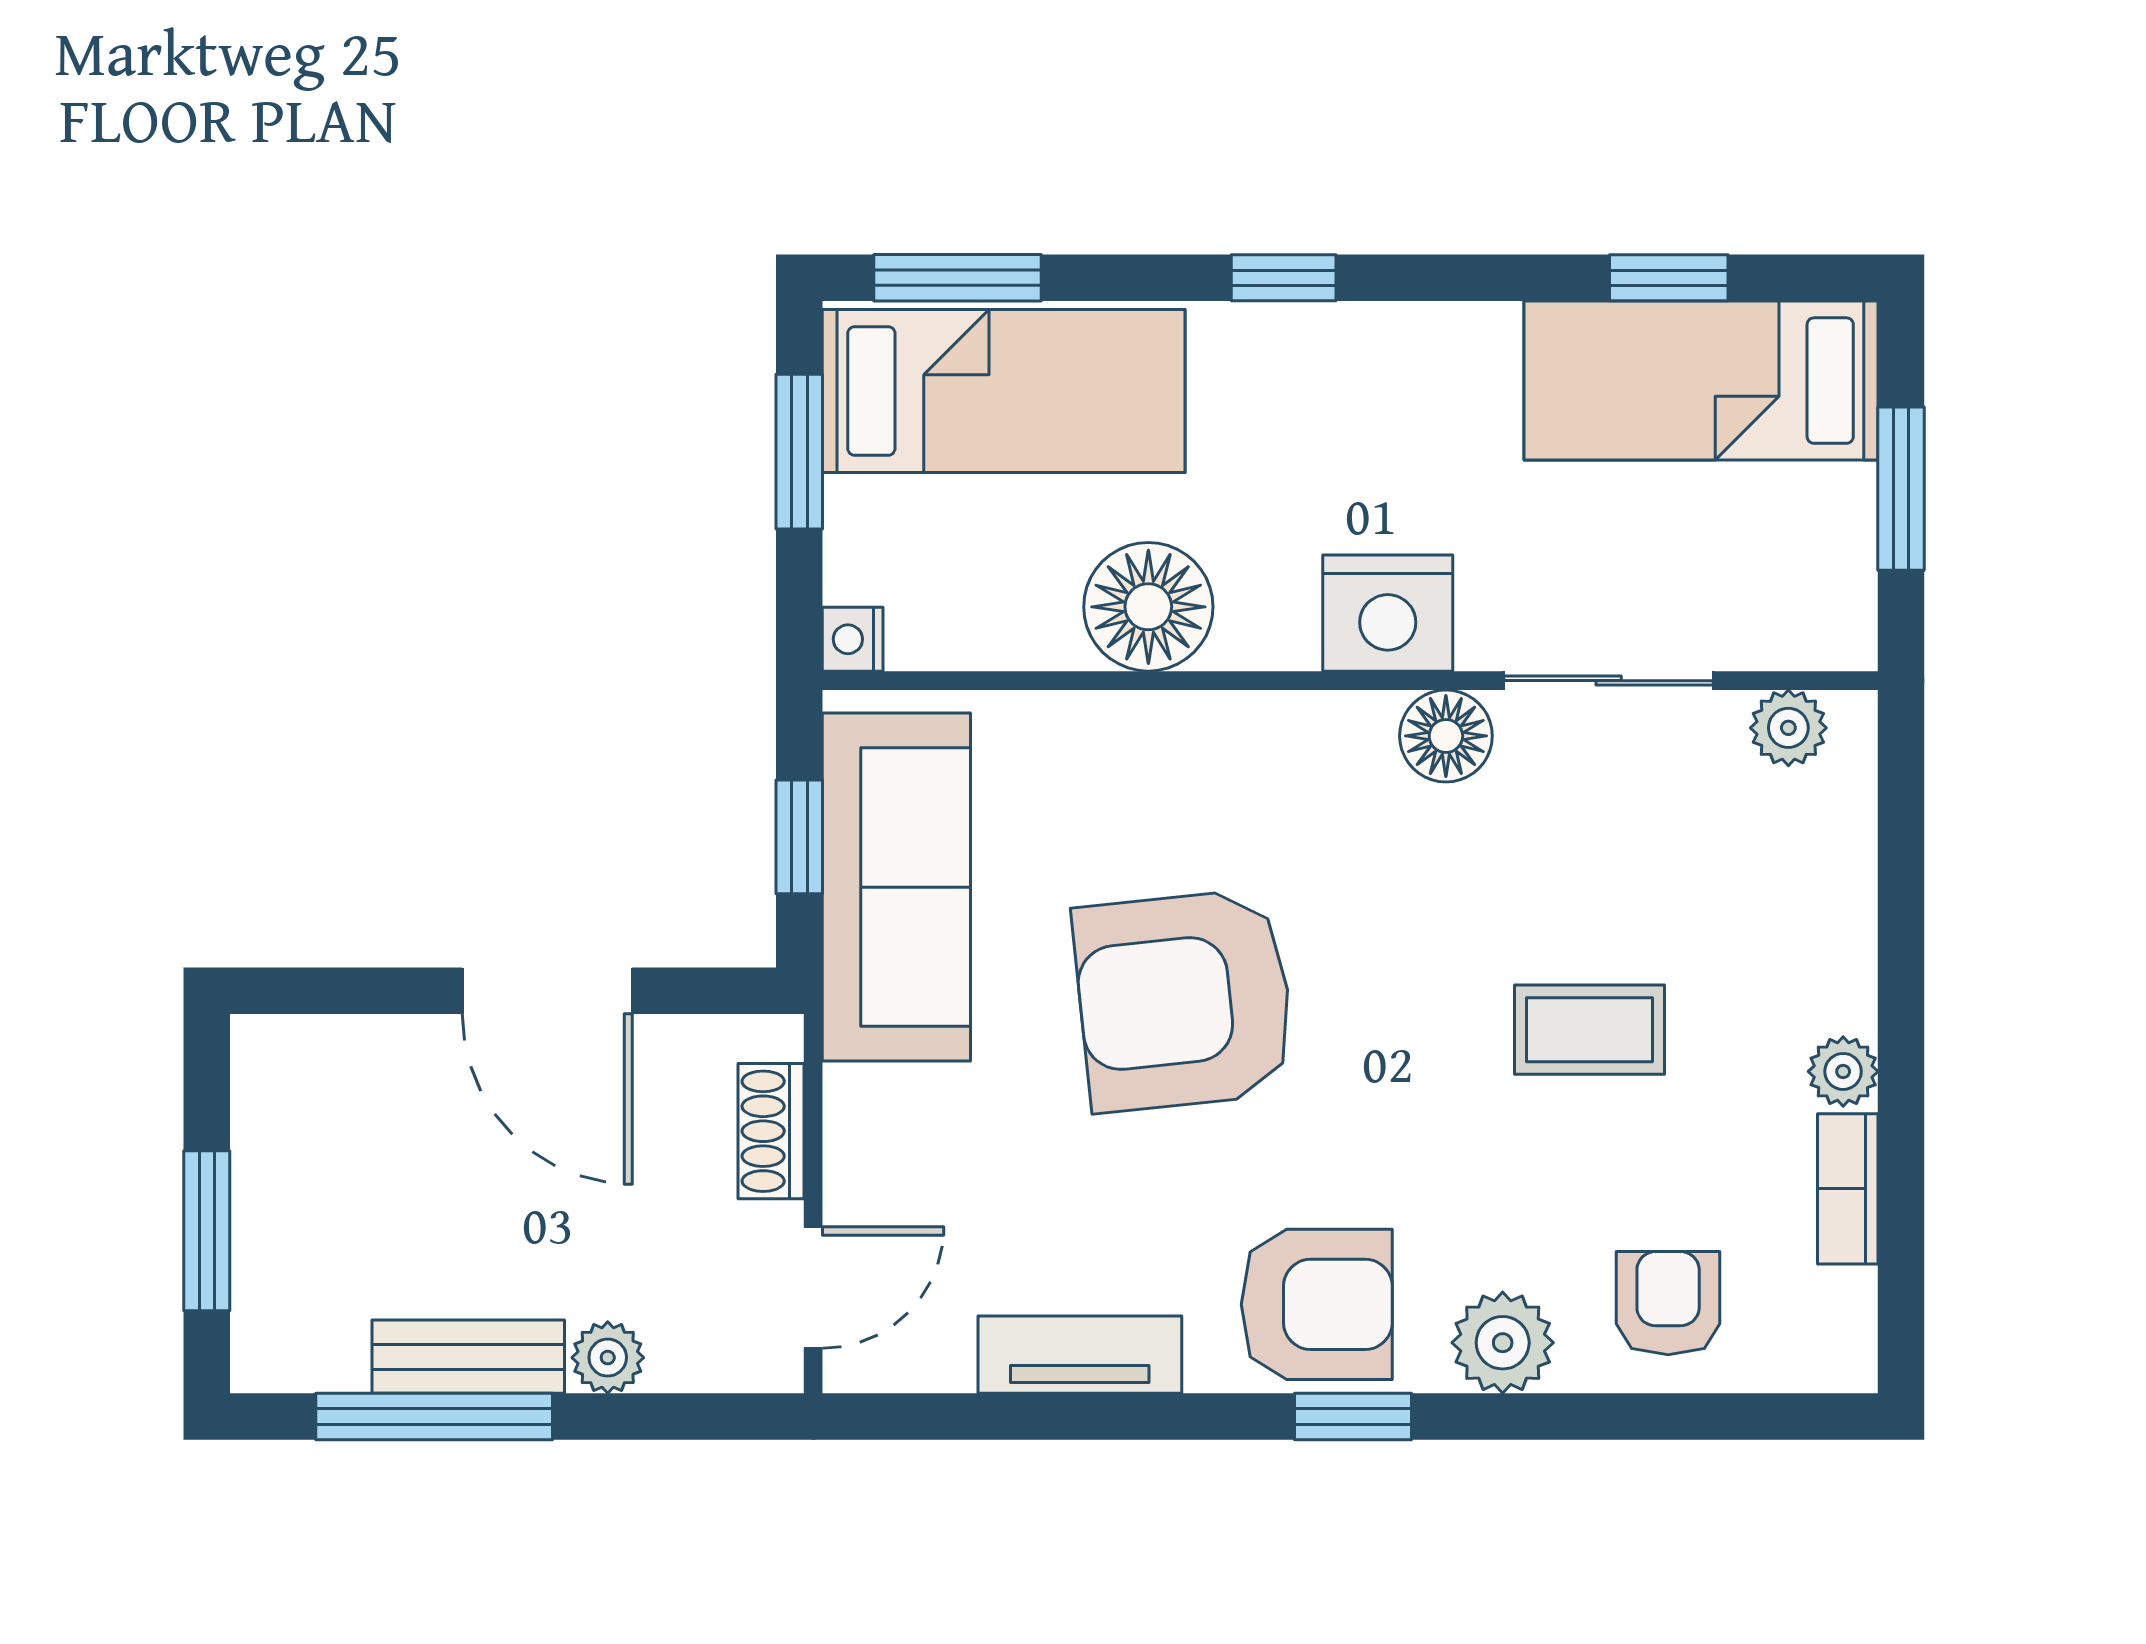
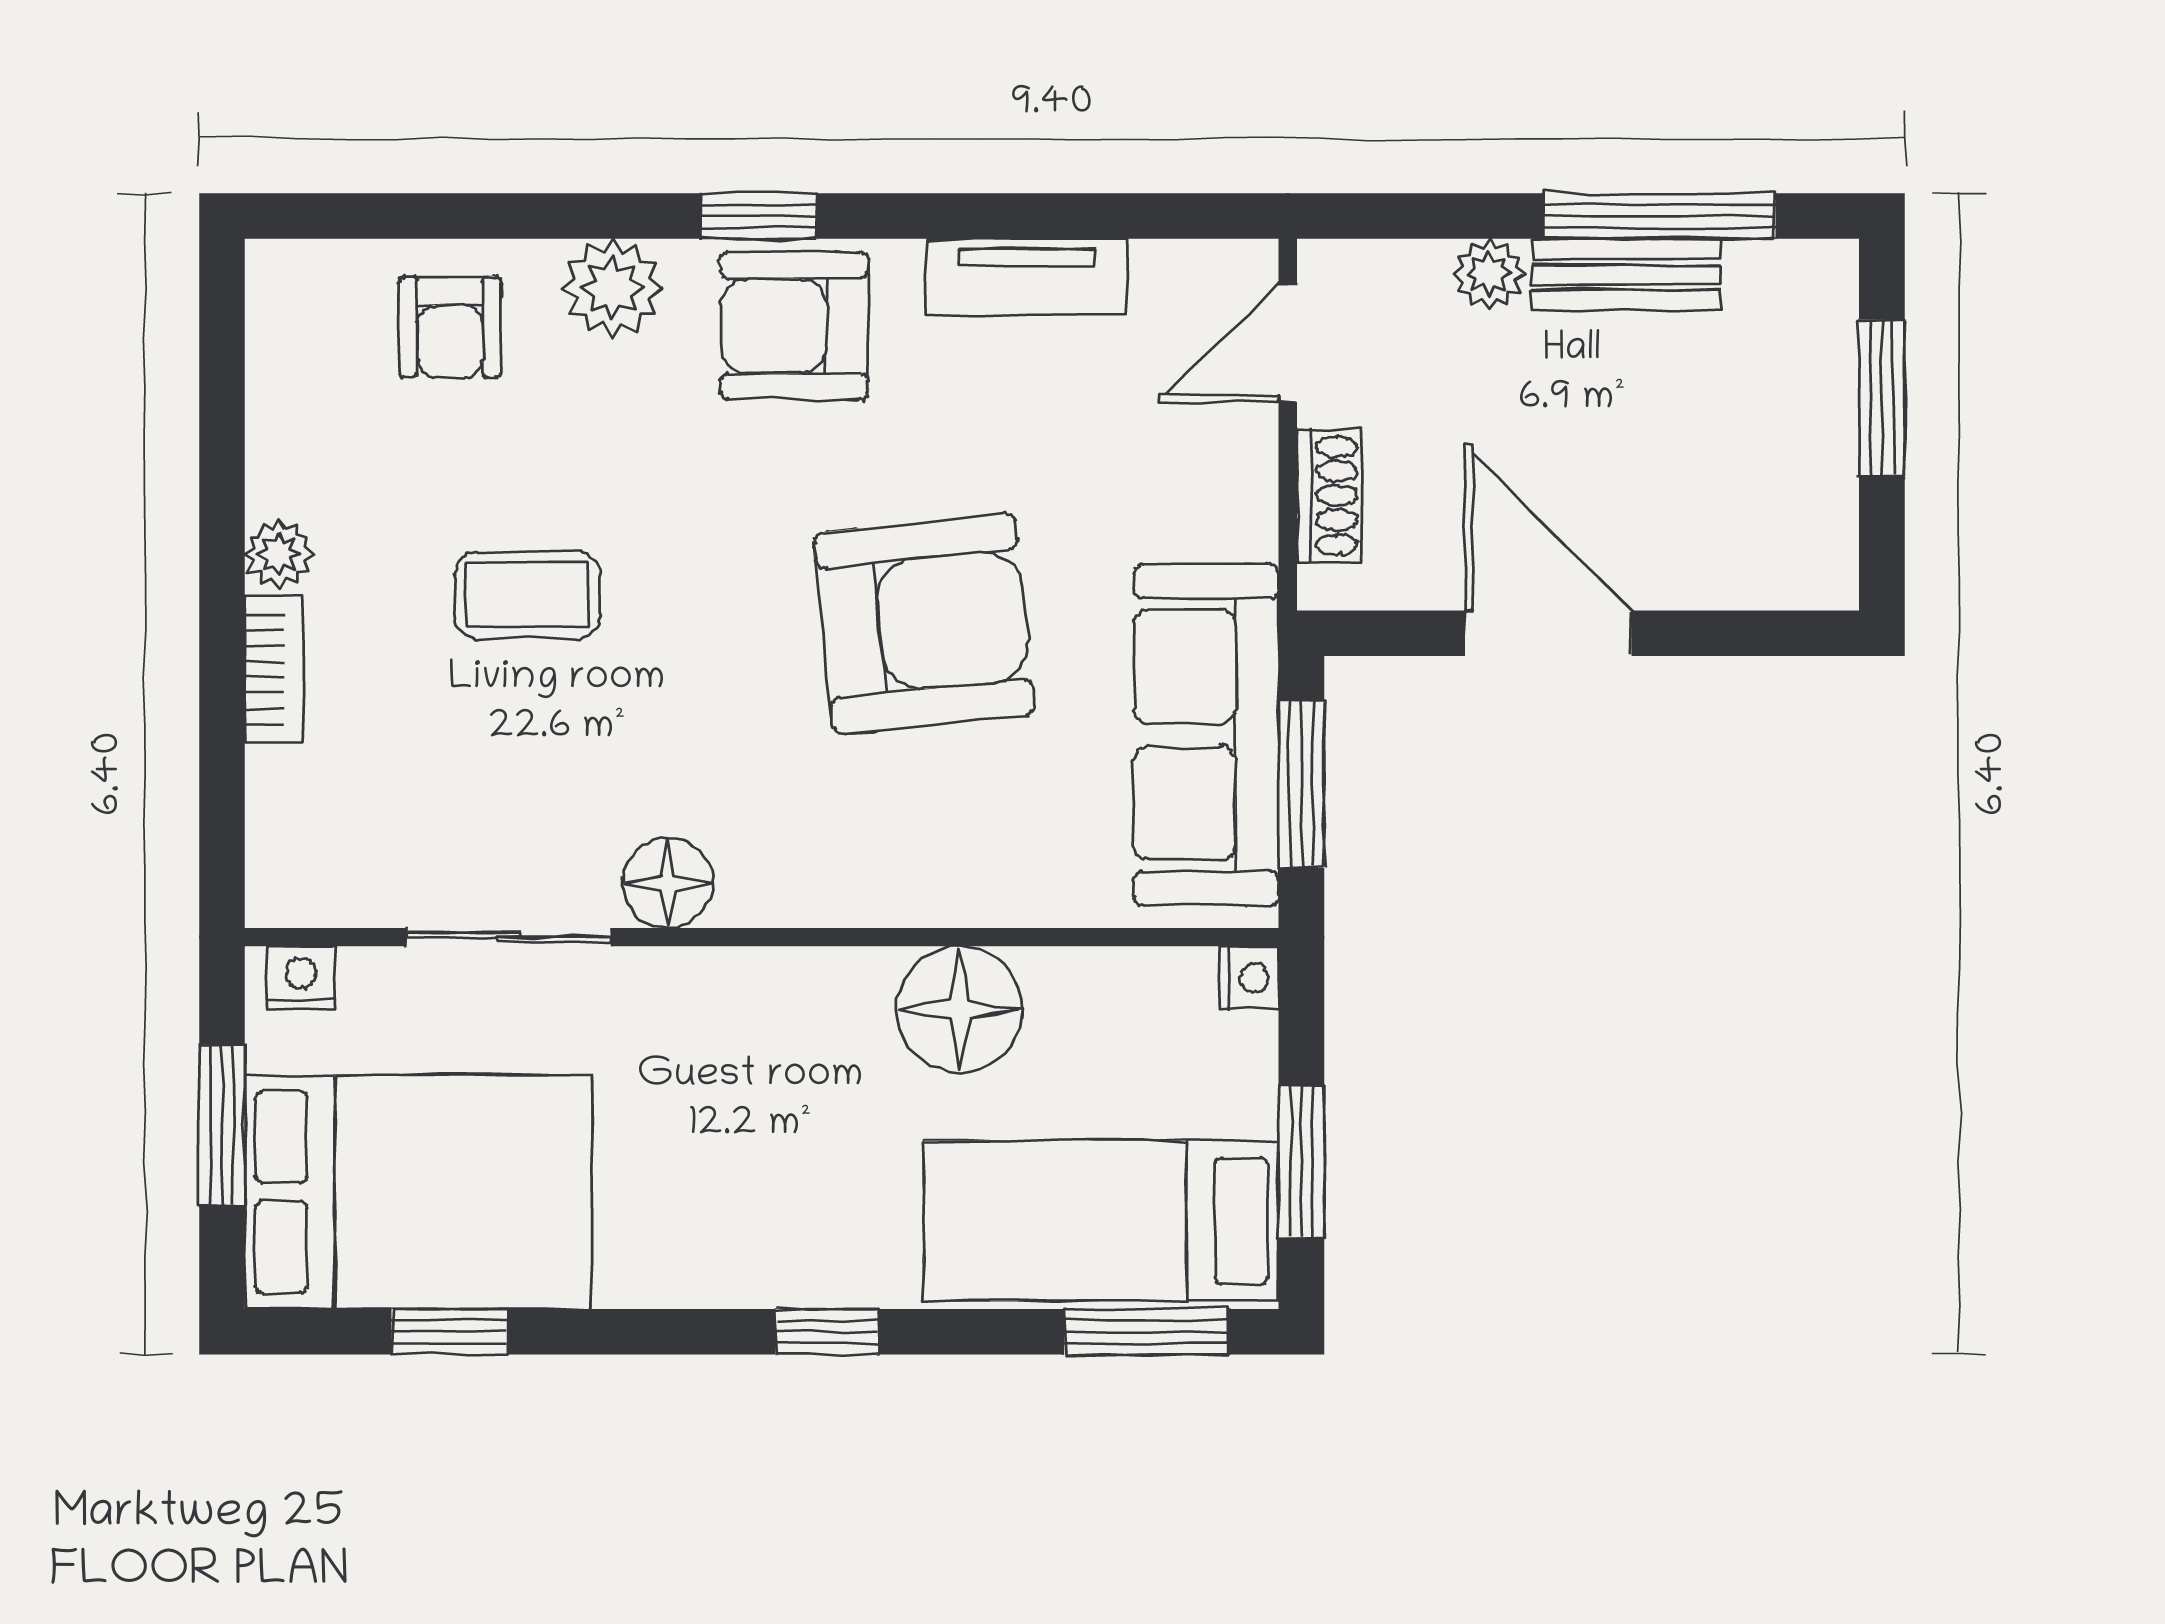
bed: (1701, 381) -> (418, 1192), width x1.50
nightstand: (1388, 613) -> (301, 978), moved, width x0.53, depth x0.56
plant: (1788, 728) -> (332, 891), removed
window: (799, 837) -> (1301, 784), width x1.50
bookcase: (1848, 1189) -> (274, 669), moved

